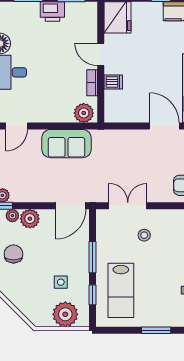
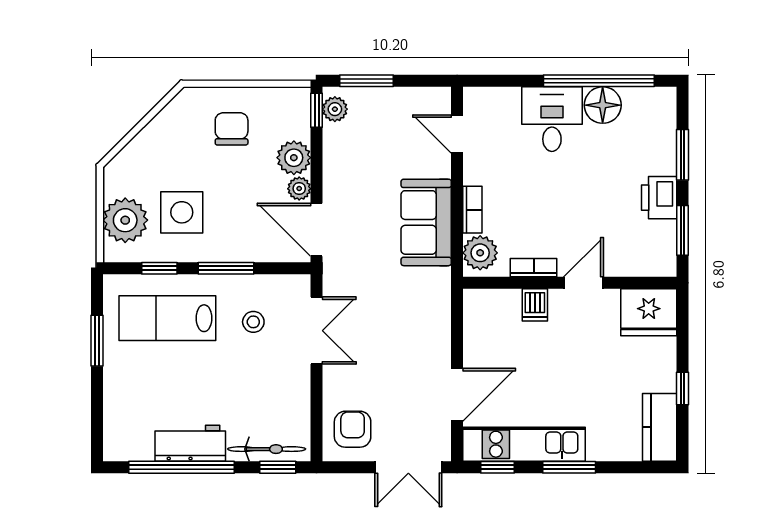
bookcase: (59, 117) -> (472, 210), added
plant: (12, 216) -> (299, 189), moved
stool: (144, 235) -> (253, 322), moved
chair: (13, 254) -> (232, 129), turned -90
side table: (61, 282) -> (182, 212), width x1.87, depth x1.87
window: (156, 330) -> (97, 341), moved

